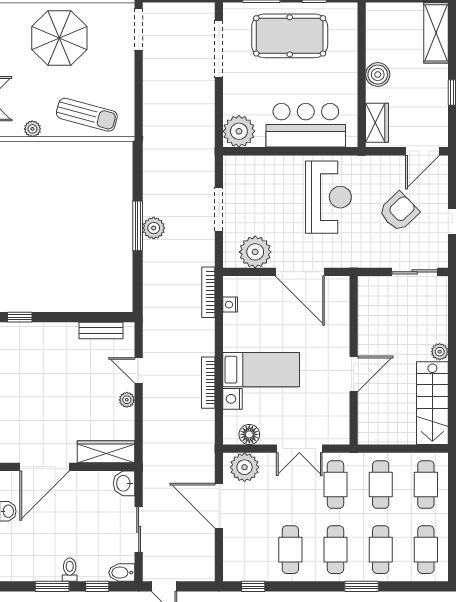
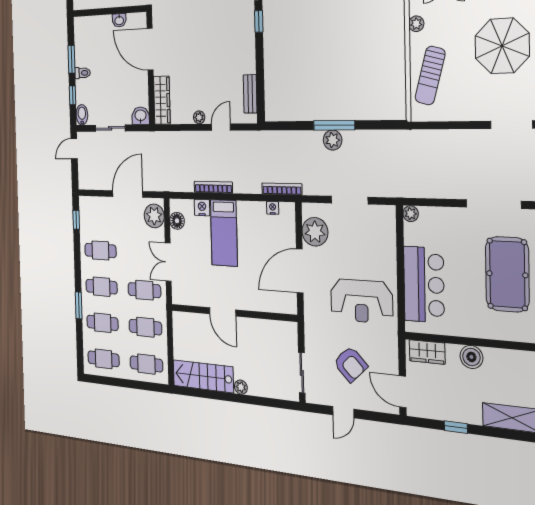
plant: (239, 131) -> (411, 214), width x0.53, depth x0.53

